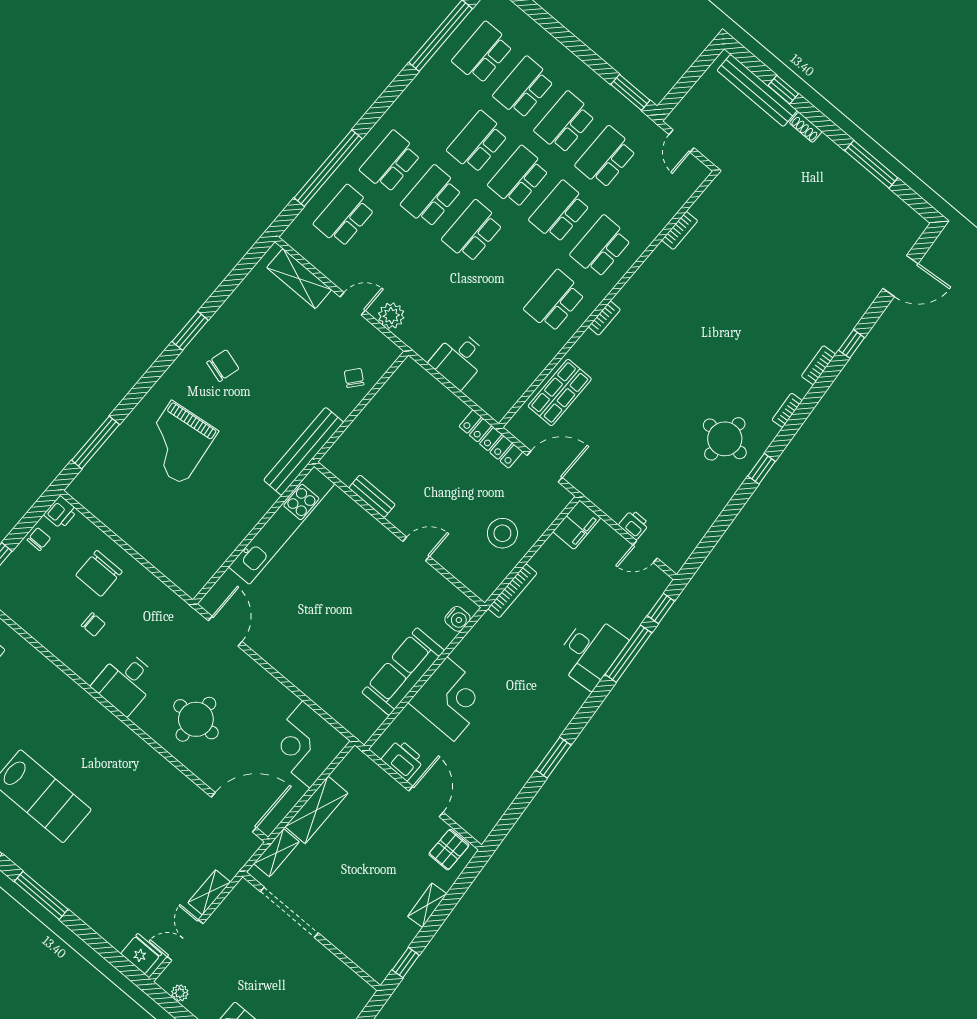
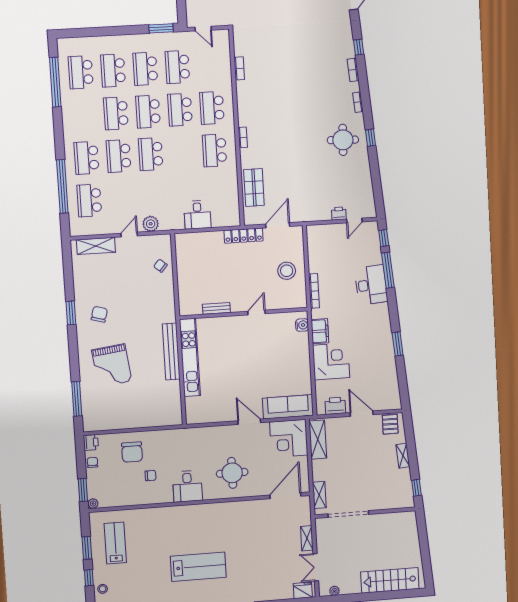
bench: (304, 451) -> (171, 352), moved
filing cabinet: (577, 525) -> (320, 331), moved
door: (225, 631) -> (249, 422), moved
sofa: (403, 671) -> (288, 407), moved, turned 90
shelving: (317, 810) -> (318, 440), moved

